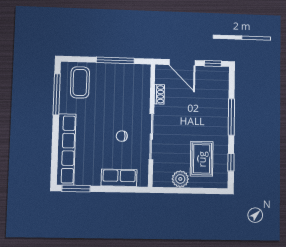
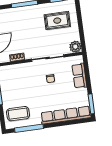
plant: (180, 179) -> (75, 47), moved

